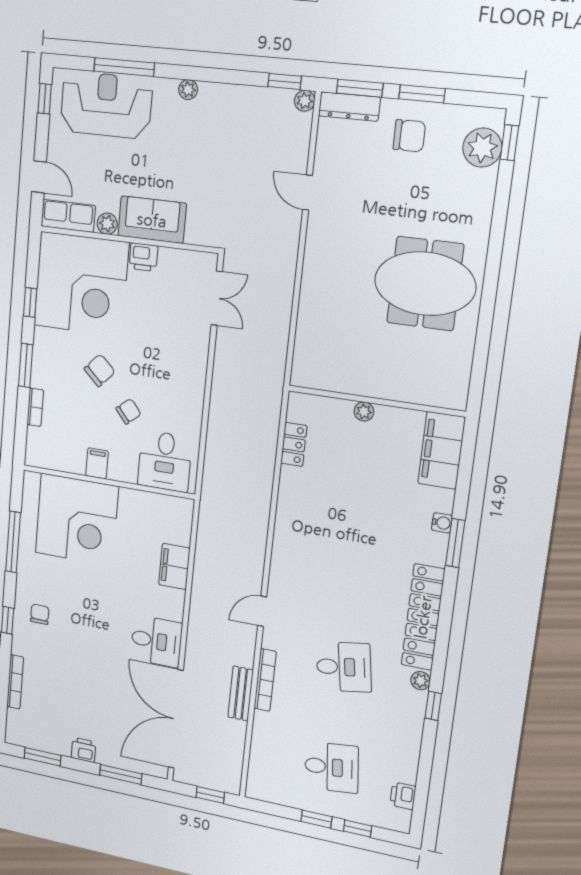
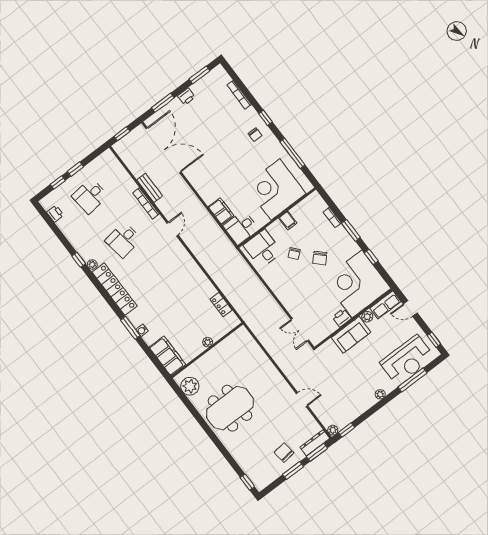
chair: (409, 136) -> (284, 453), turned 83
plant: (482, 148) -> (190, 386), moved
desk: (156, 641) -> (241, 228), moved

